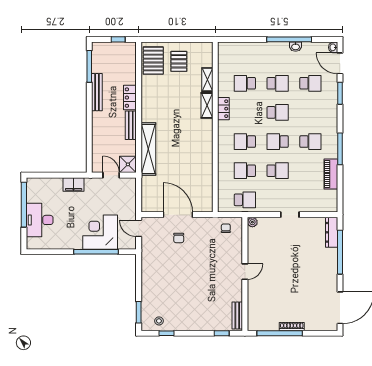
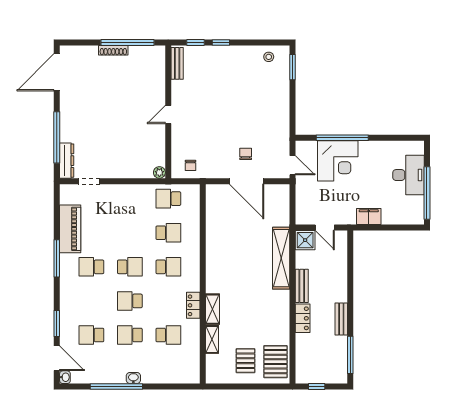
washbasin: (296, 47) -> (133, 378), moved
bench: (97, 92) -> (341, 319), width x0.73
school desk: (278, 171) -> (130, 233), removed
piano: (331, 174) -> (70, 229), width x1.37, depth x1.33
doorway: (290, 215) -> (89, 181), moved
window: (167, 333) -> (221, 42), moved

